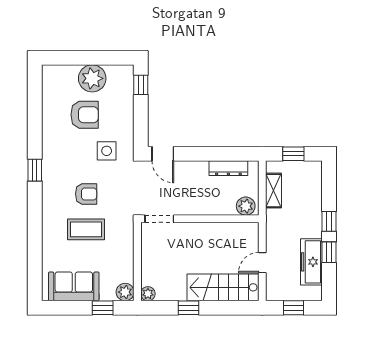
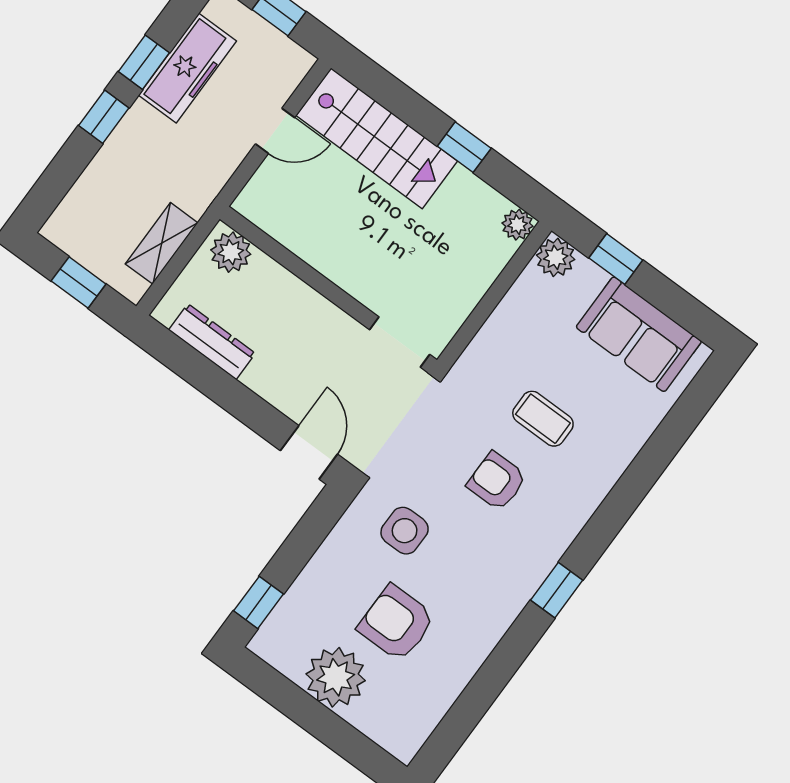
coffee table: (86, 229) -> (543, 419), width x0.73, depth x0.77

